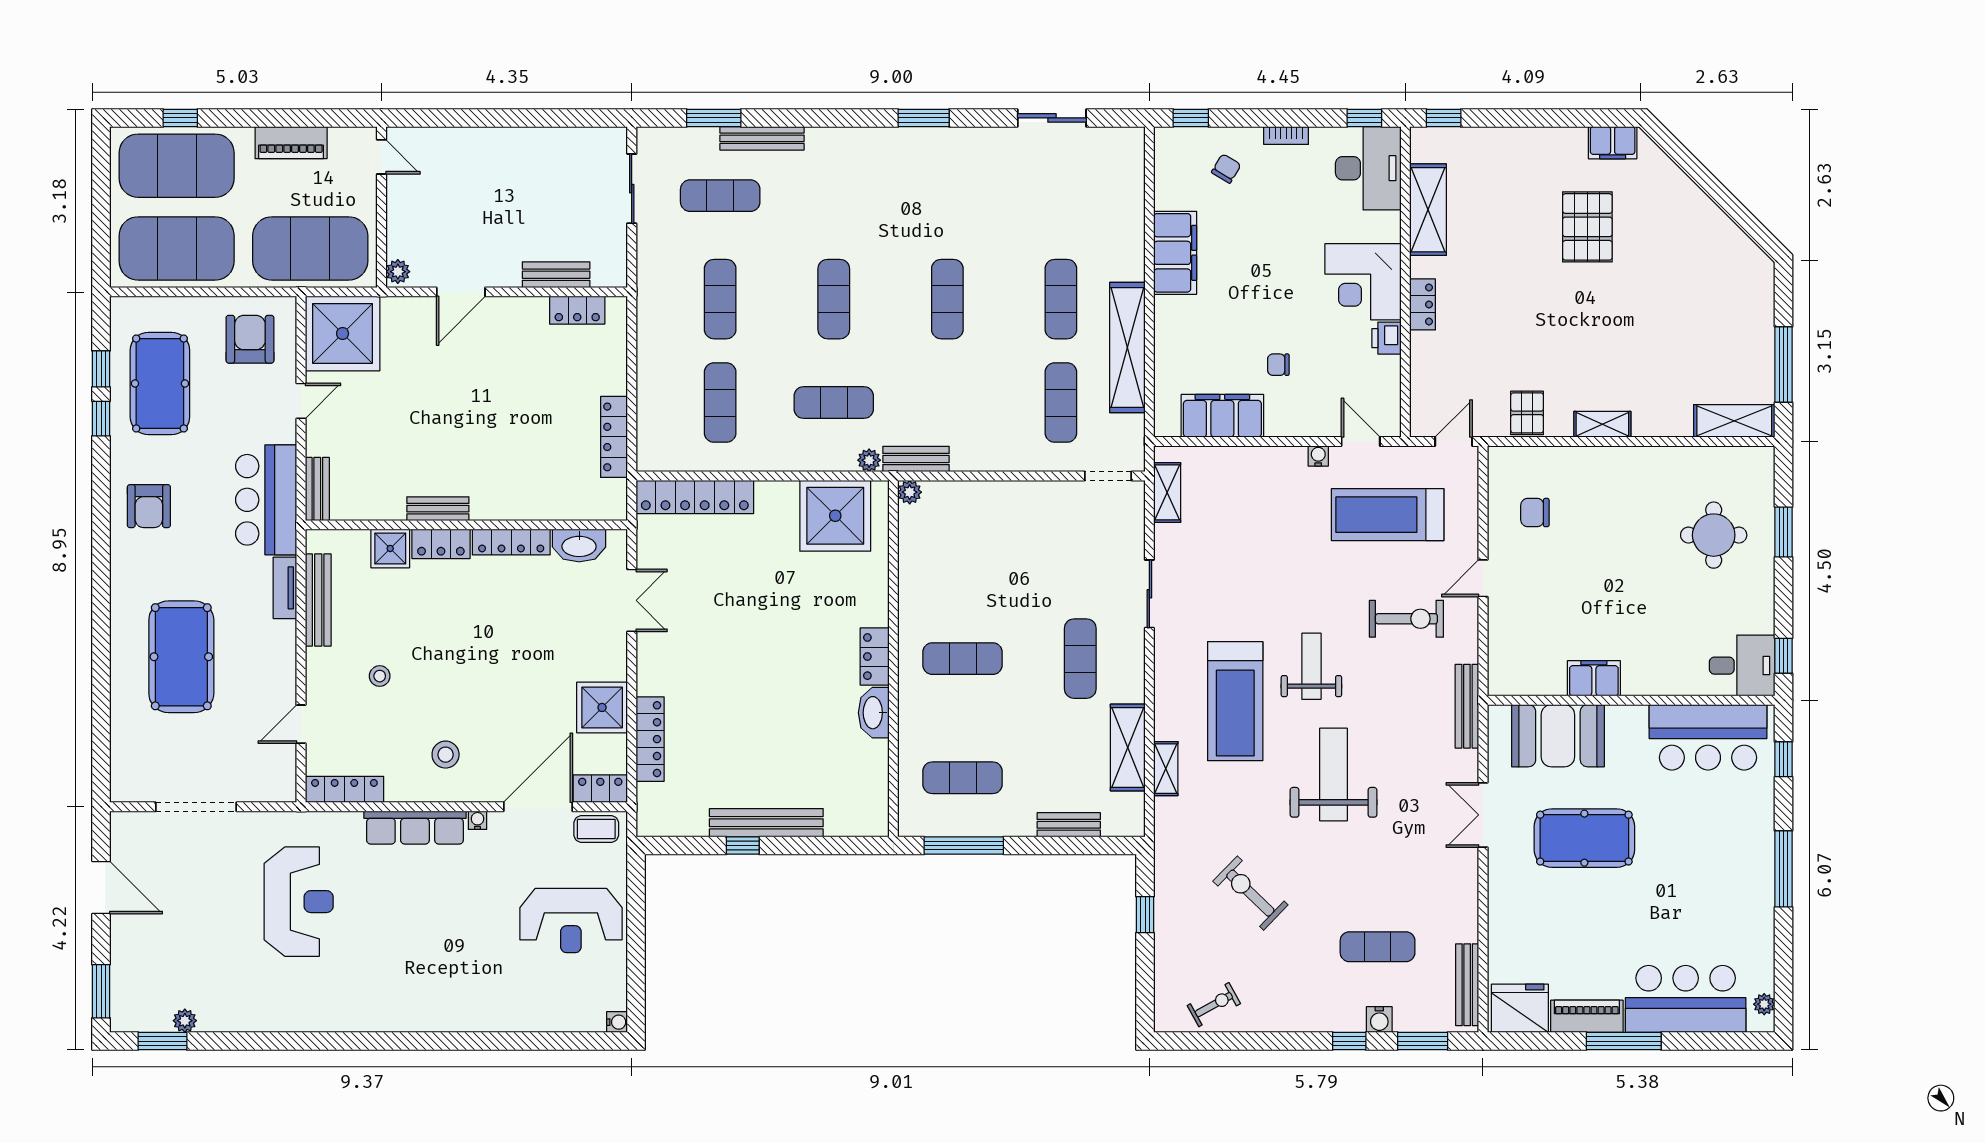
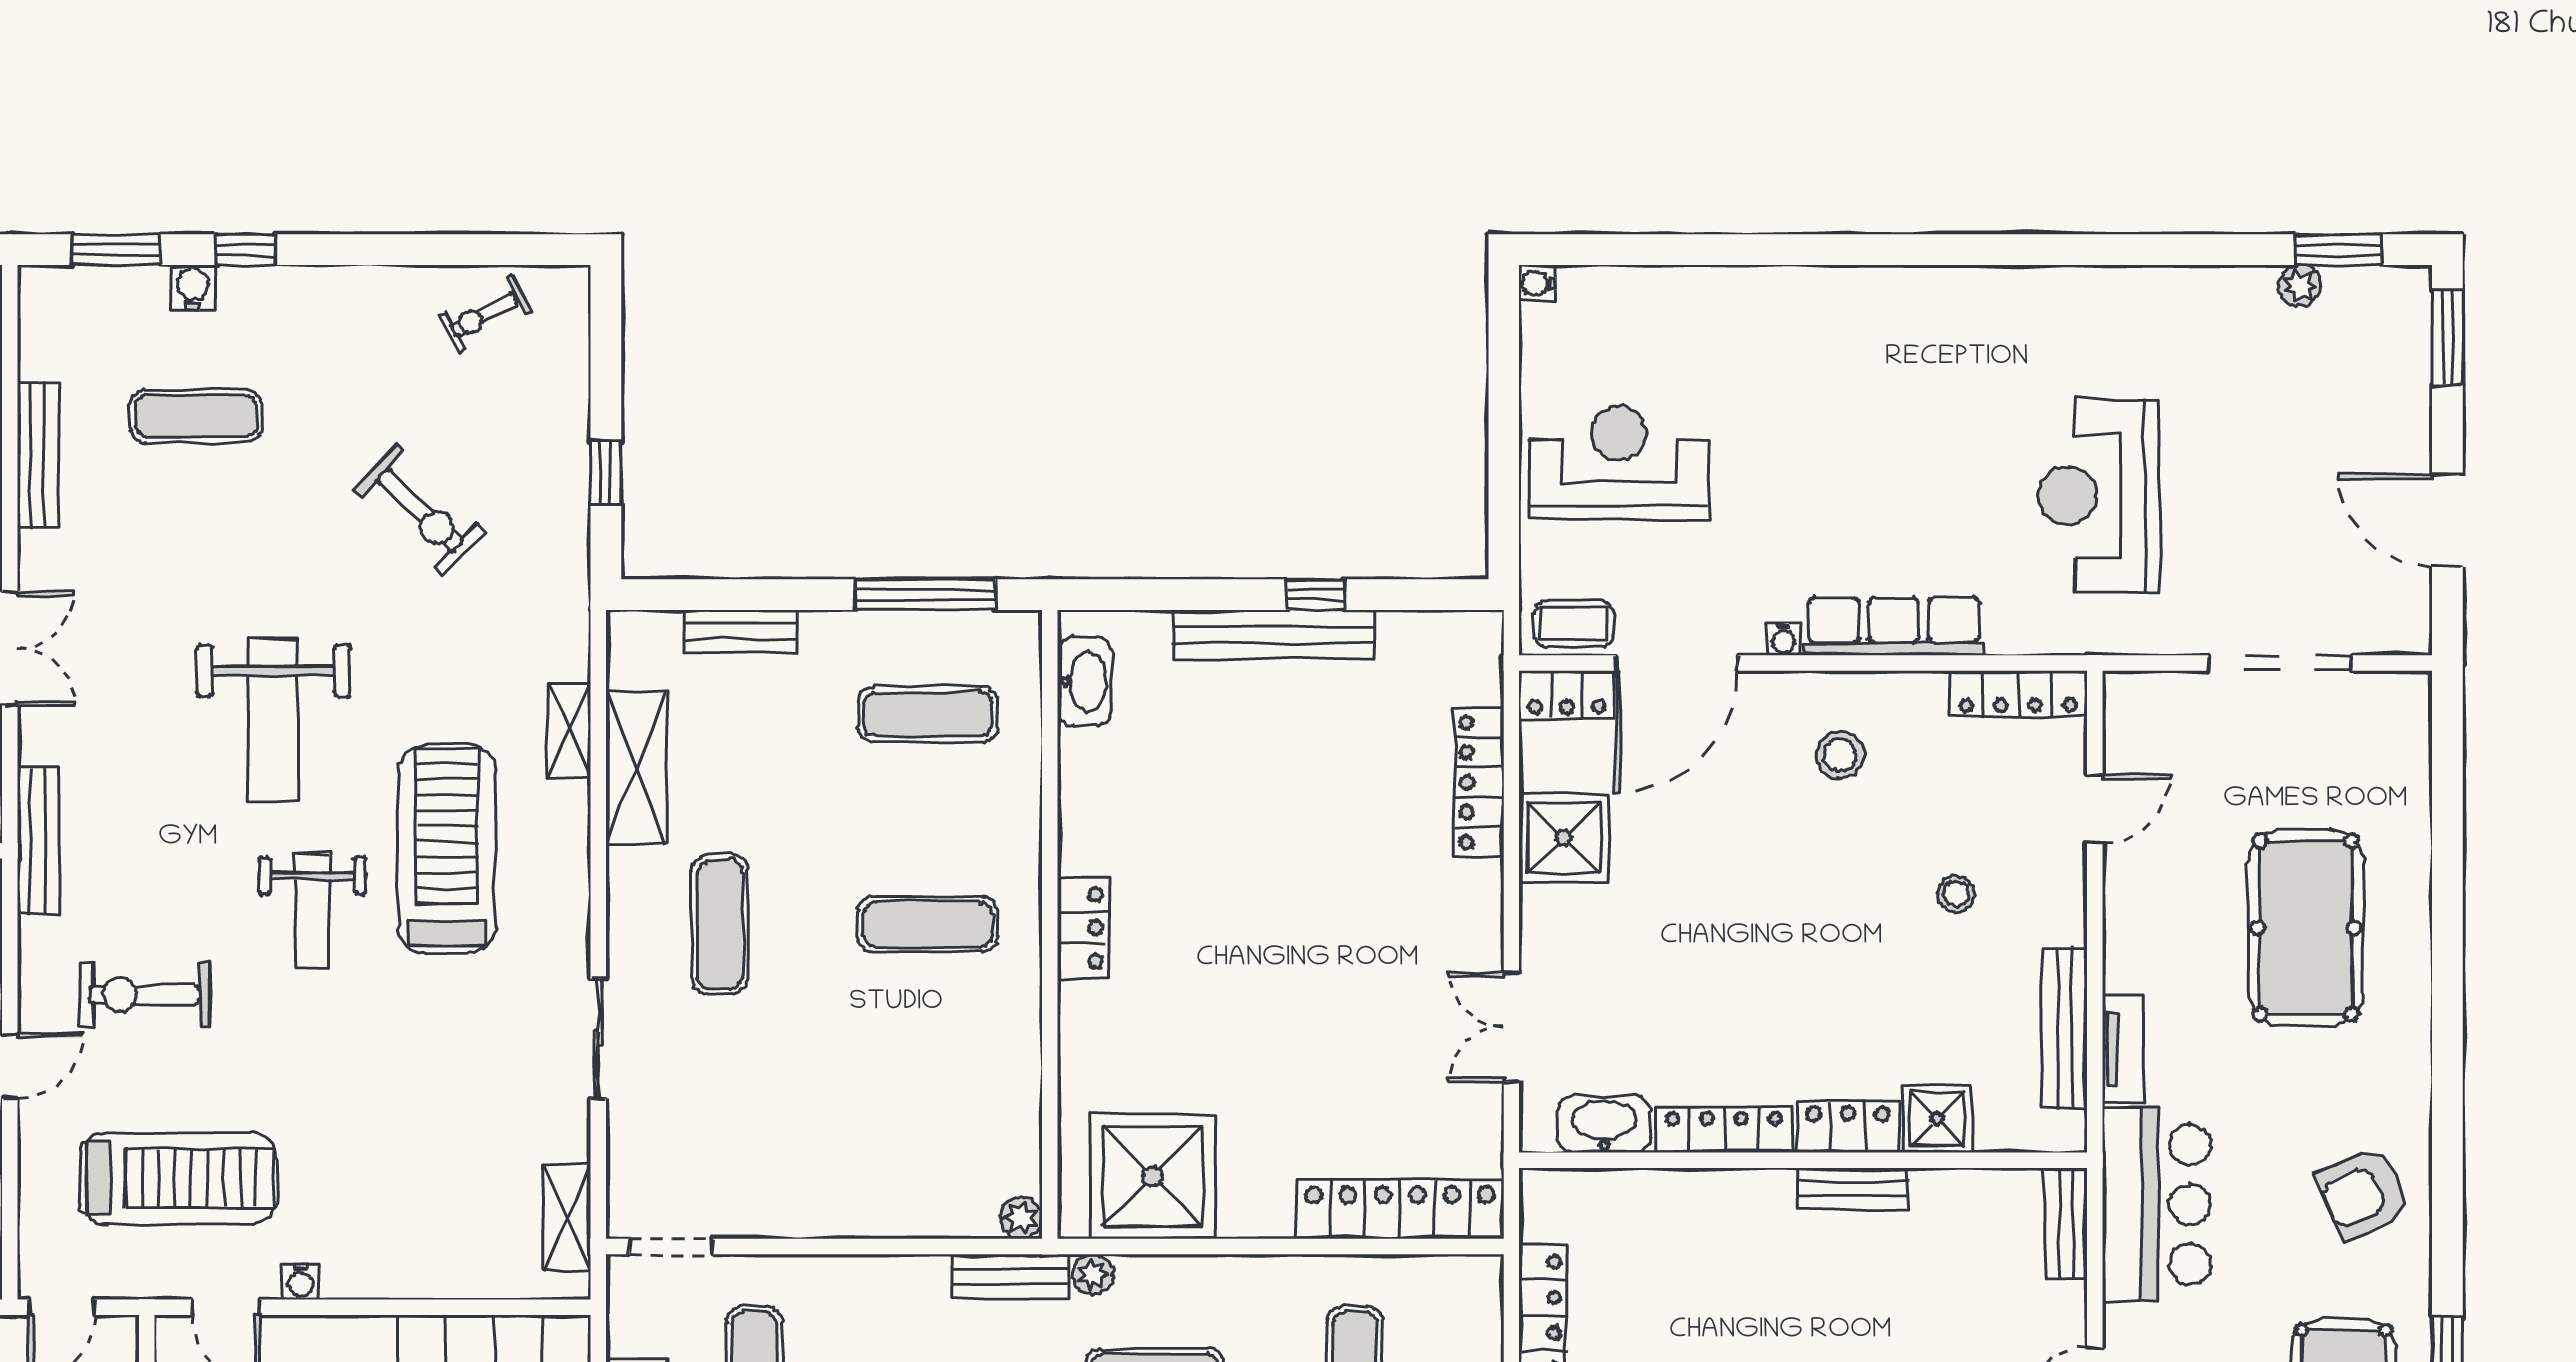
armchair: (149, 506) -> (2363, 1193), turned -114
washbasin: (874, 713) -> (1085, 681), moved
bench: (1467, 985) -> (38, 455), moved

